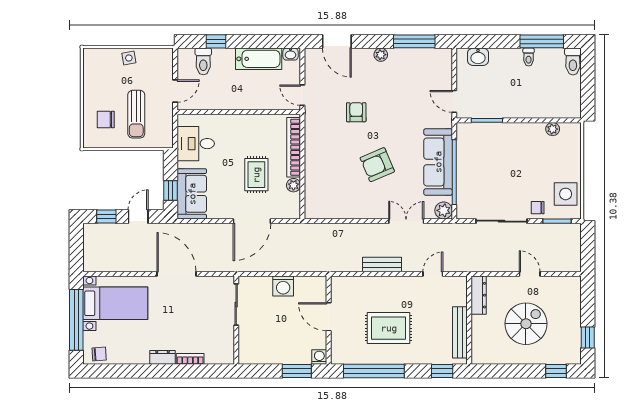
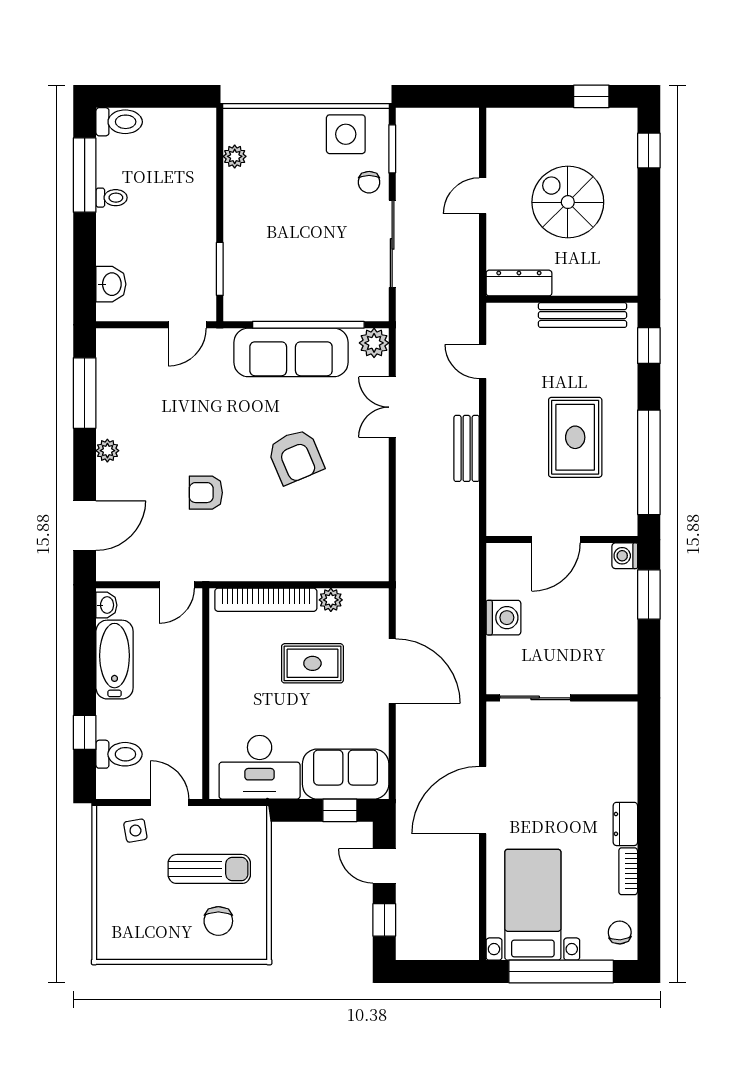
side table: (129, 58) -> (135, 831), moved
desk: (196, 144) -> (260, 767), width x1.37
bookcase: (190, 359) -> (628, 871), moved

